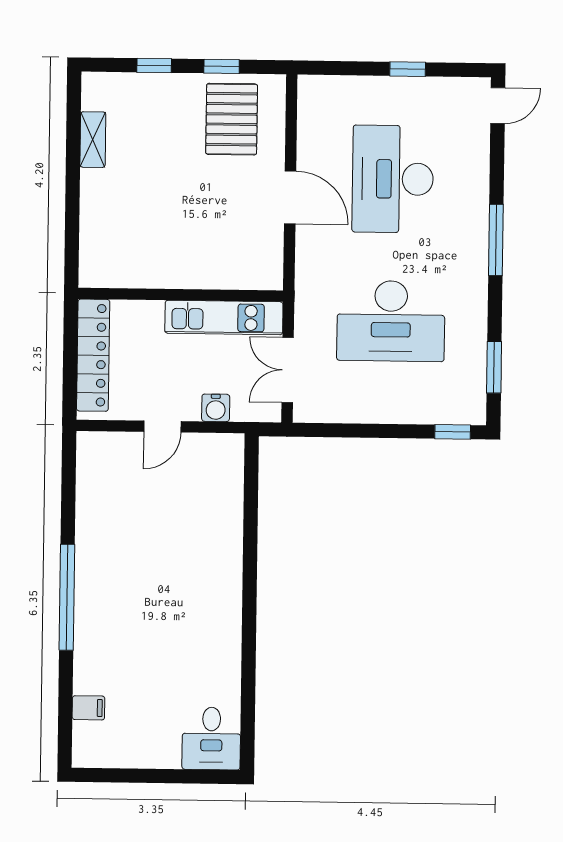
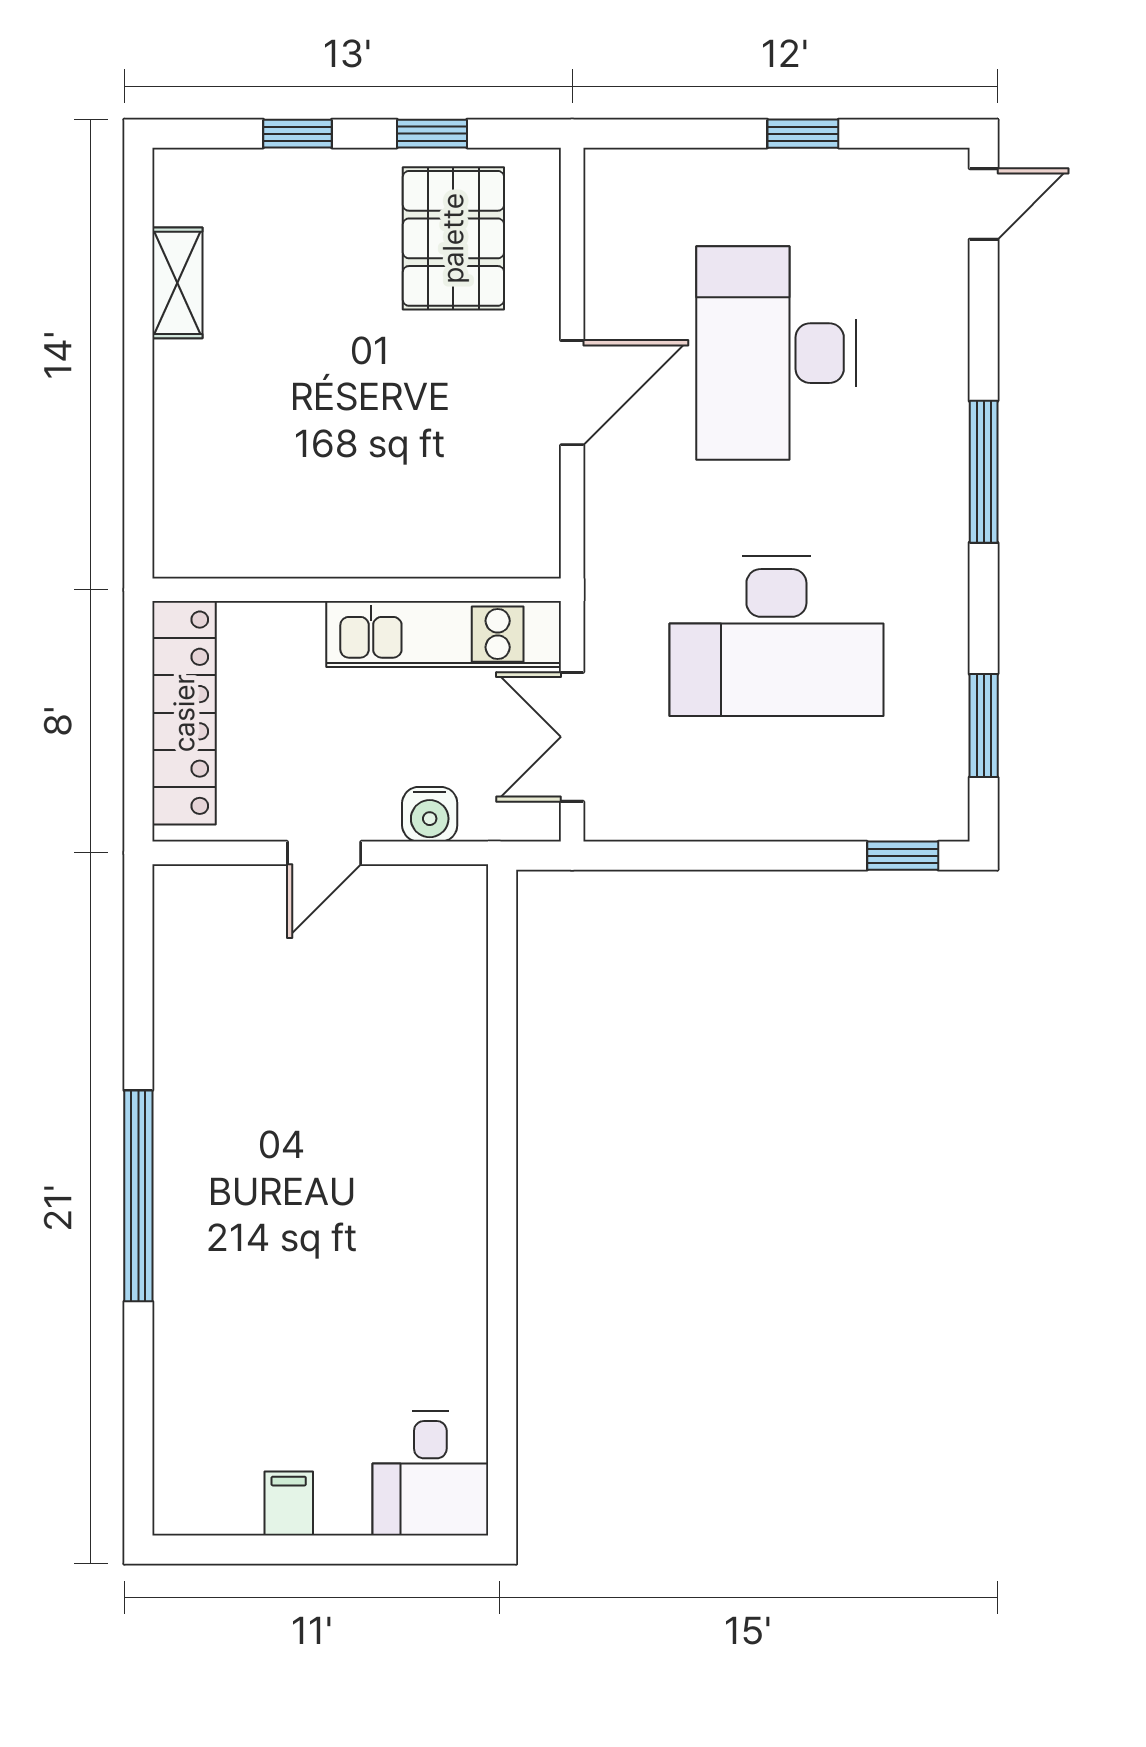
door: (290, 197) -> (572, 393), hinge flipped
filing cabinet: (88, 708) -> (289, 1504), moved, turned -90

